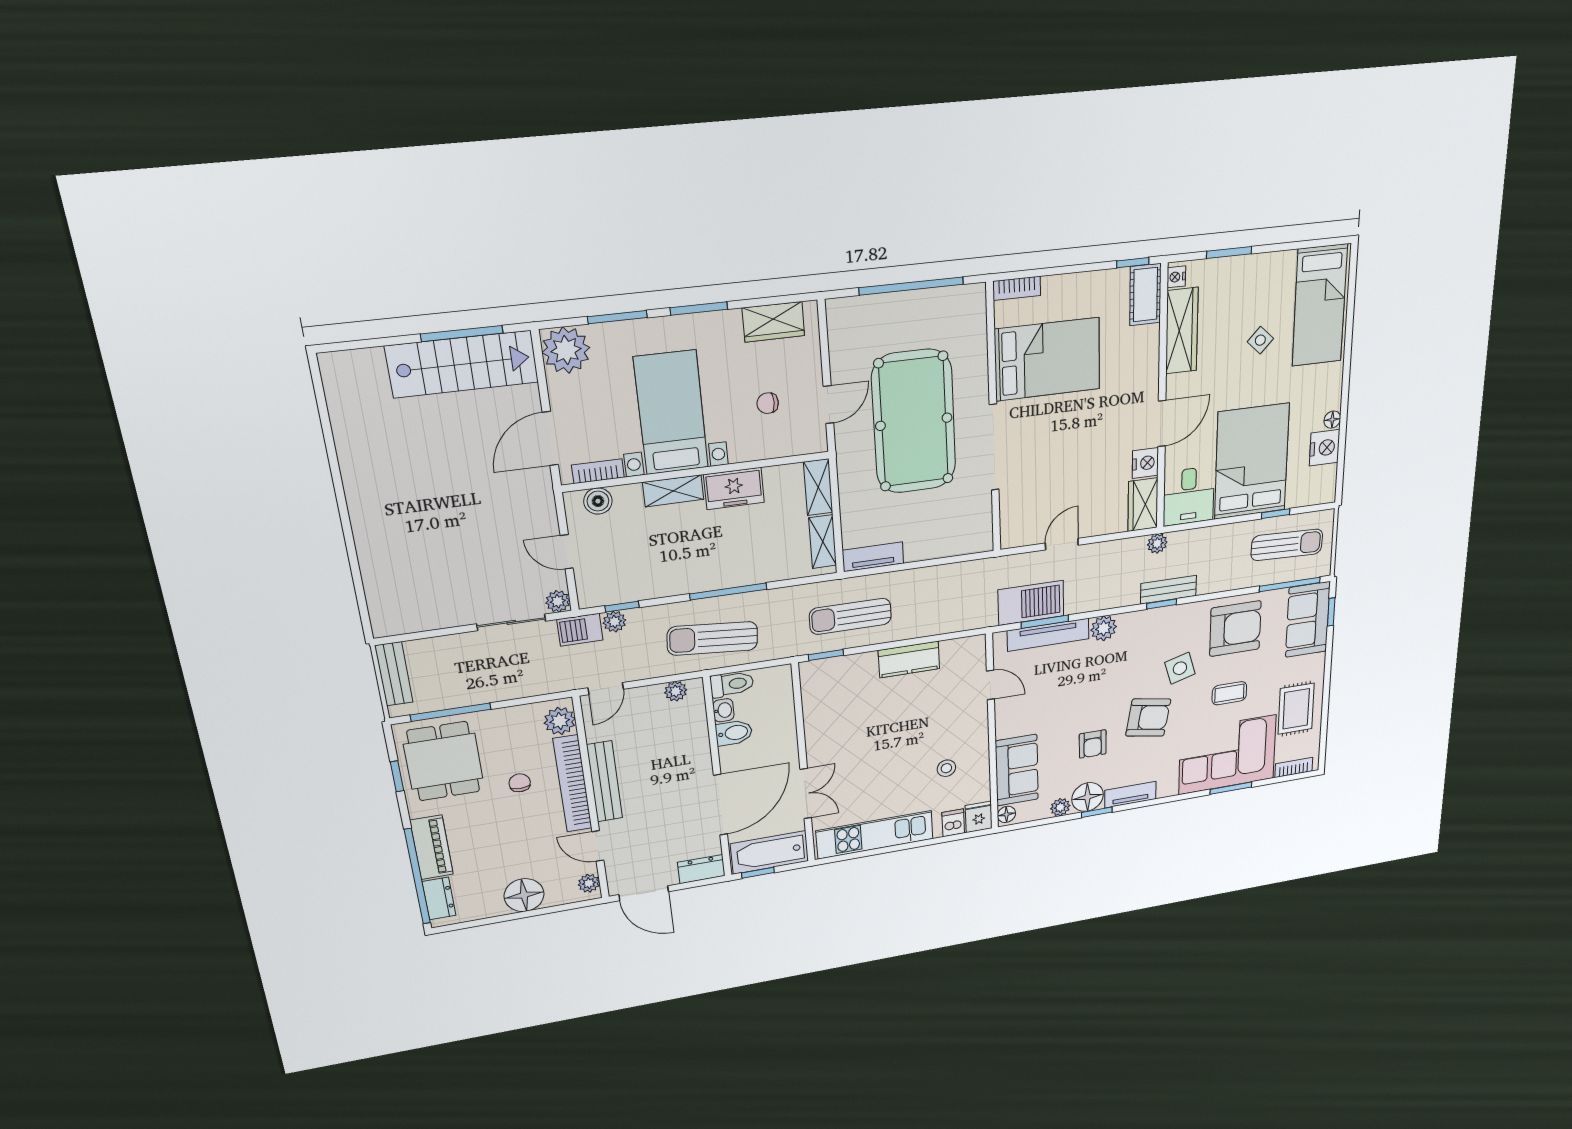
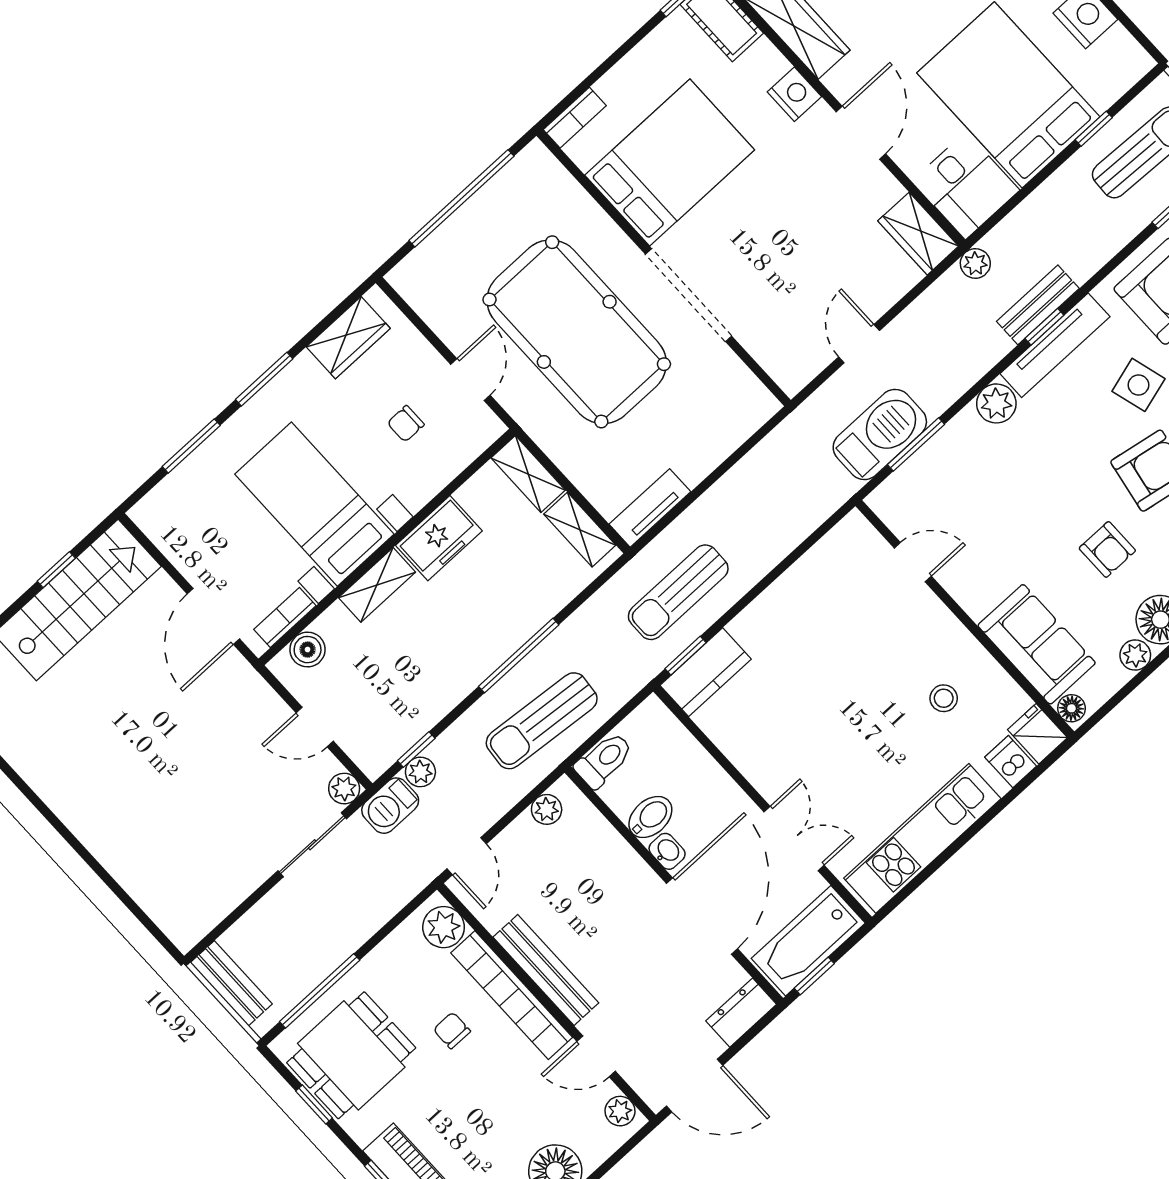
window: (462, 334) -> (56, 570), width x0.46
plant: (566, 350) -> (165, 515), removed
nightstand: (1145, 463) -> (794, 94), moved
tv unit: (1048, 635) -> (1055, 345), moved
kitchen counter: (909, 659) -> (706, 672), moved
washbasin: (723, 710) -> (667, 851), moved
dining table: (443, 761) -> (351, 1055), turned 90

